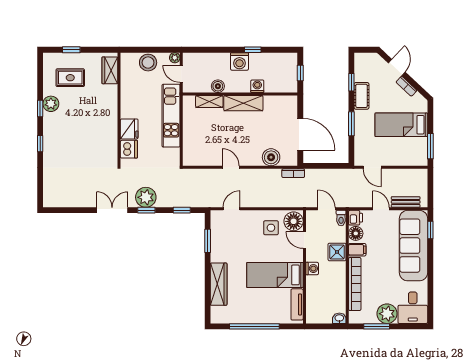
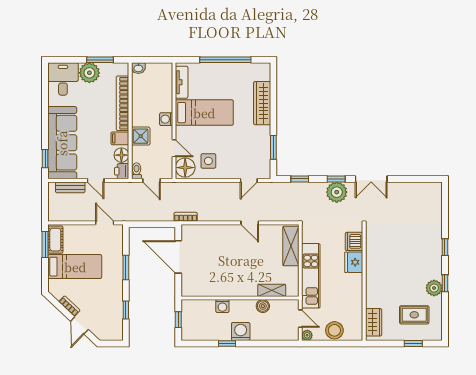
cot: (361, 96) -> (55, 240), moved
shelving: (243, 103) -> (291, 246), moved, turned 90
boiler: (271, 157) -> (208, 233), removed

